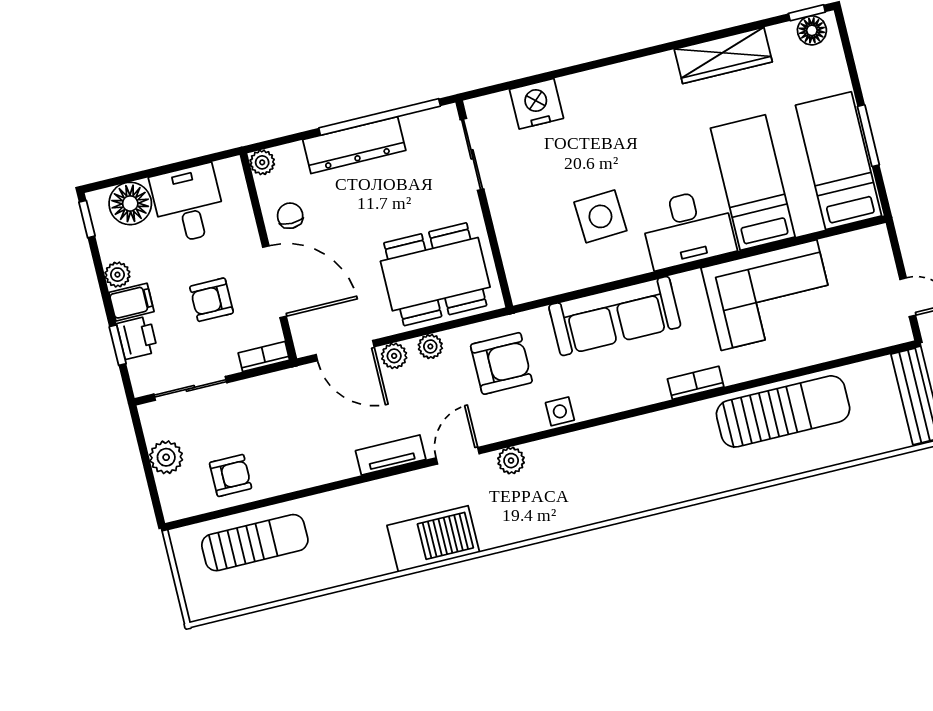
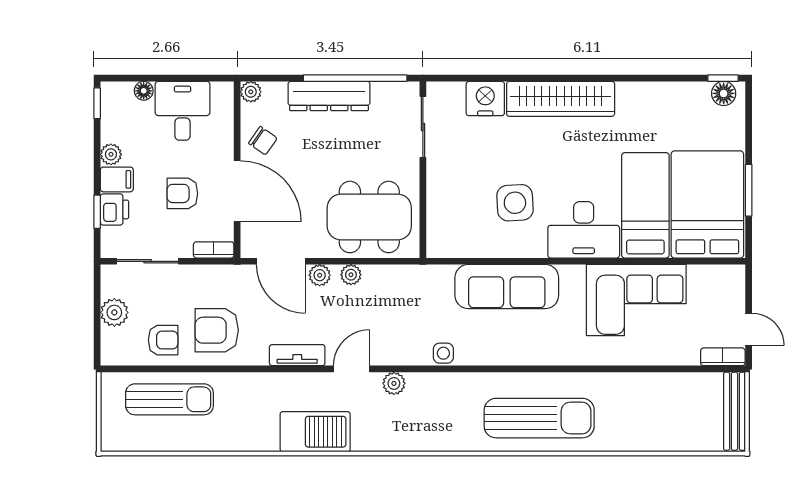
wardrobe: (723, 55) -> (561, 99), moved, width x1.40, depth x1.17
bed: (838, 161) -> (707, 204), width x1.50
floor lamp: (130, 203) -> (144, 91), width x0.53, depth x0.53
chair: (290, 216) -> (263, 141), turned 125
armchair: (501, 363) -> (217, 330), moved, turned 180
bookcase: (696, 383) -> (723, 357), moved
sun lounger: (783, 411) -> (539, 418), moved

